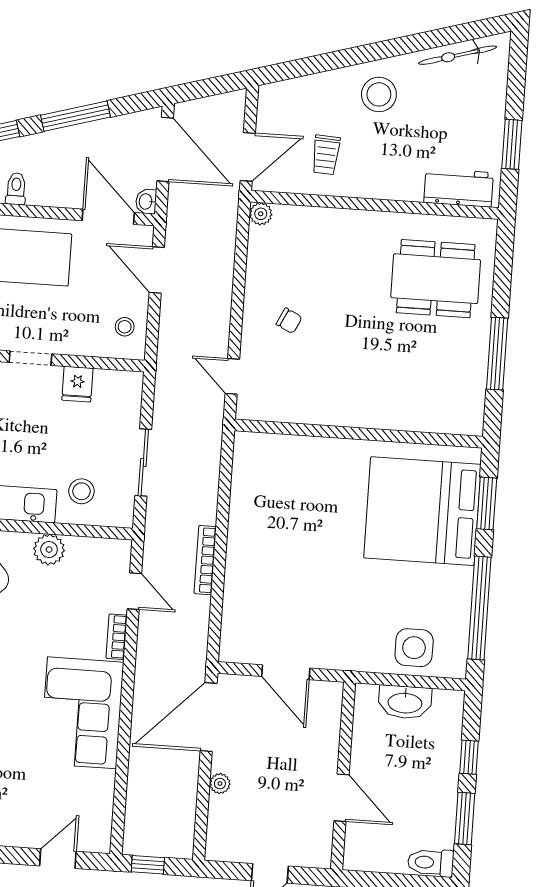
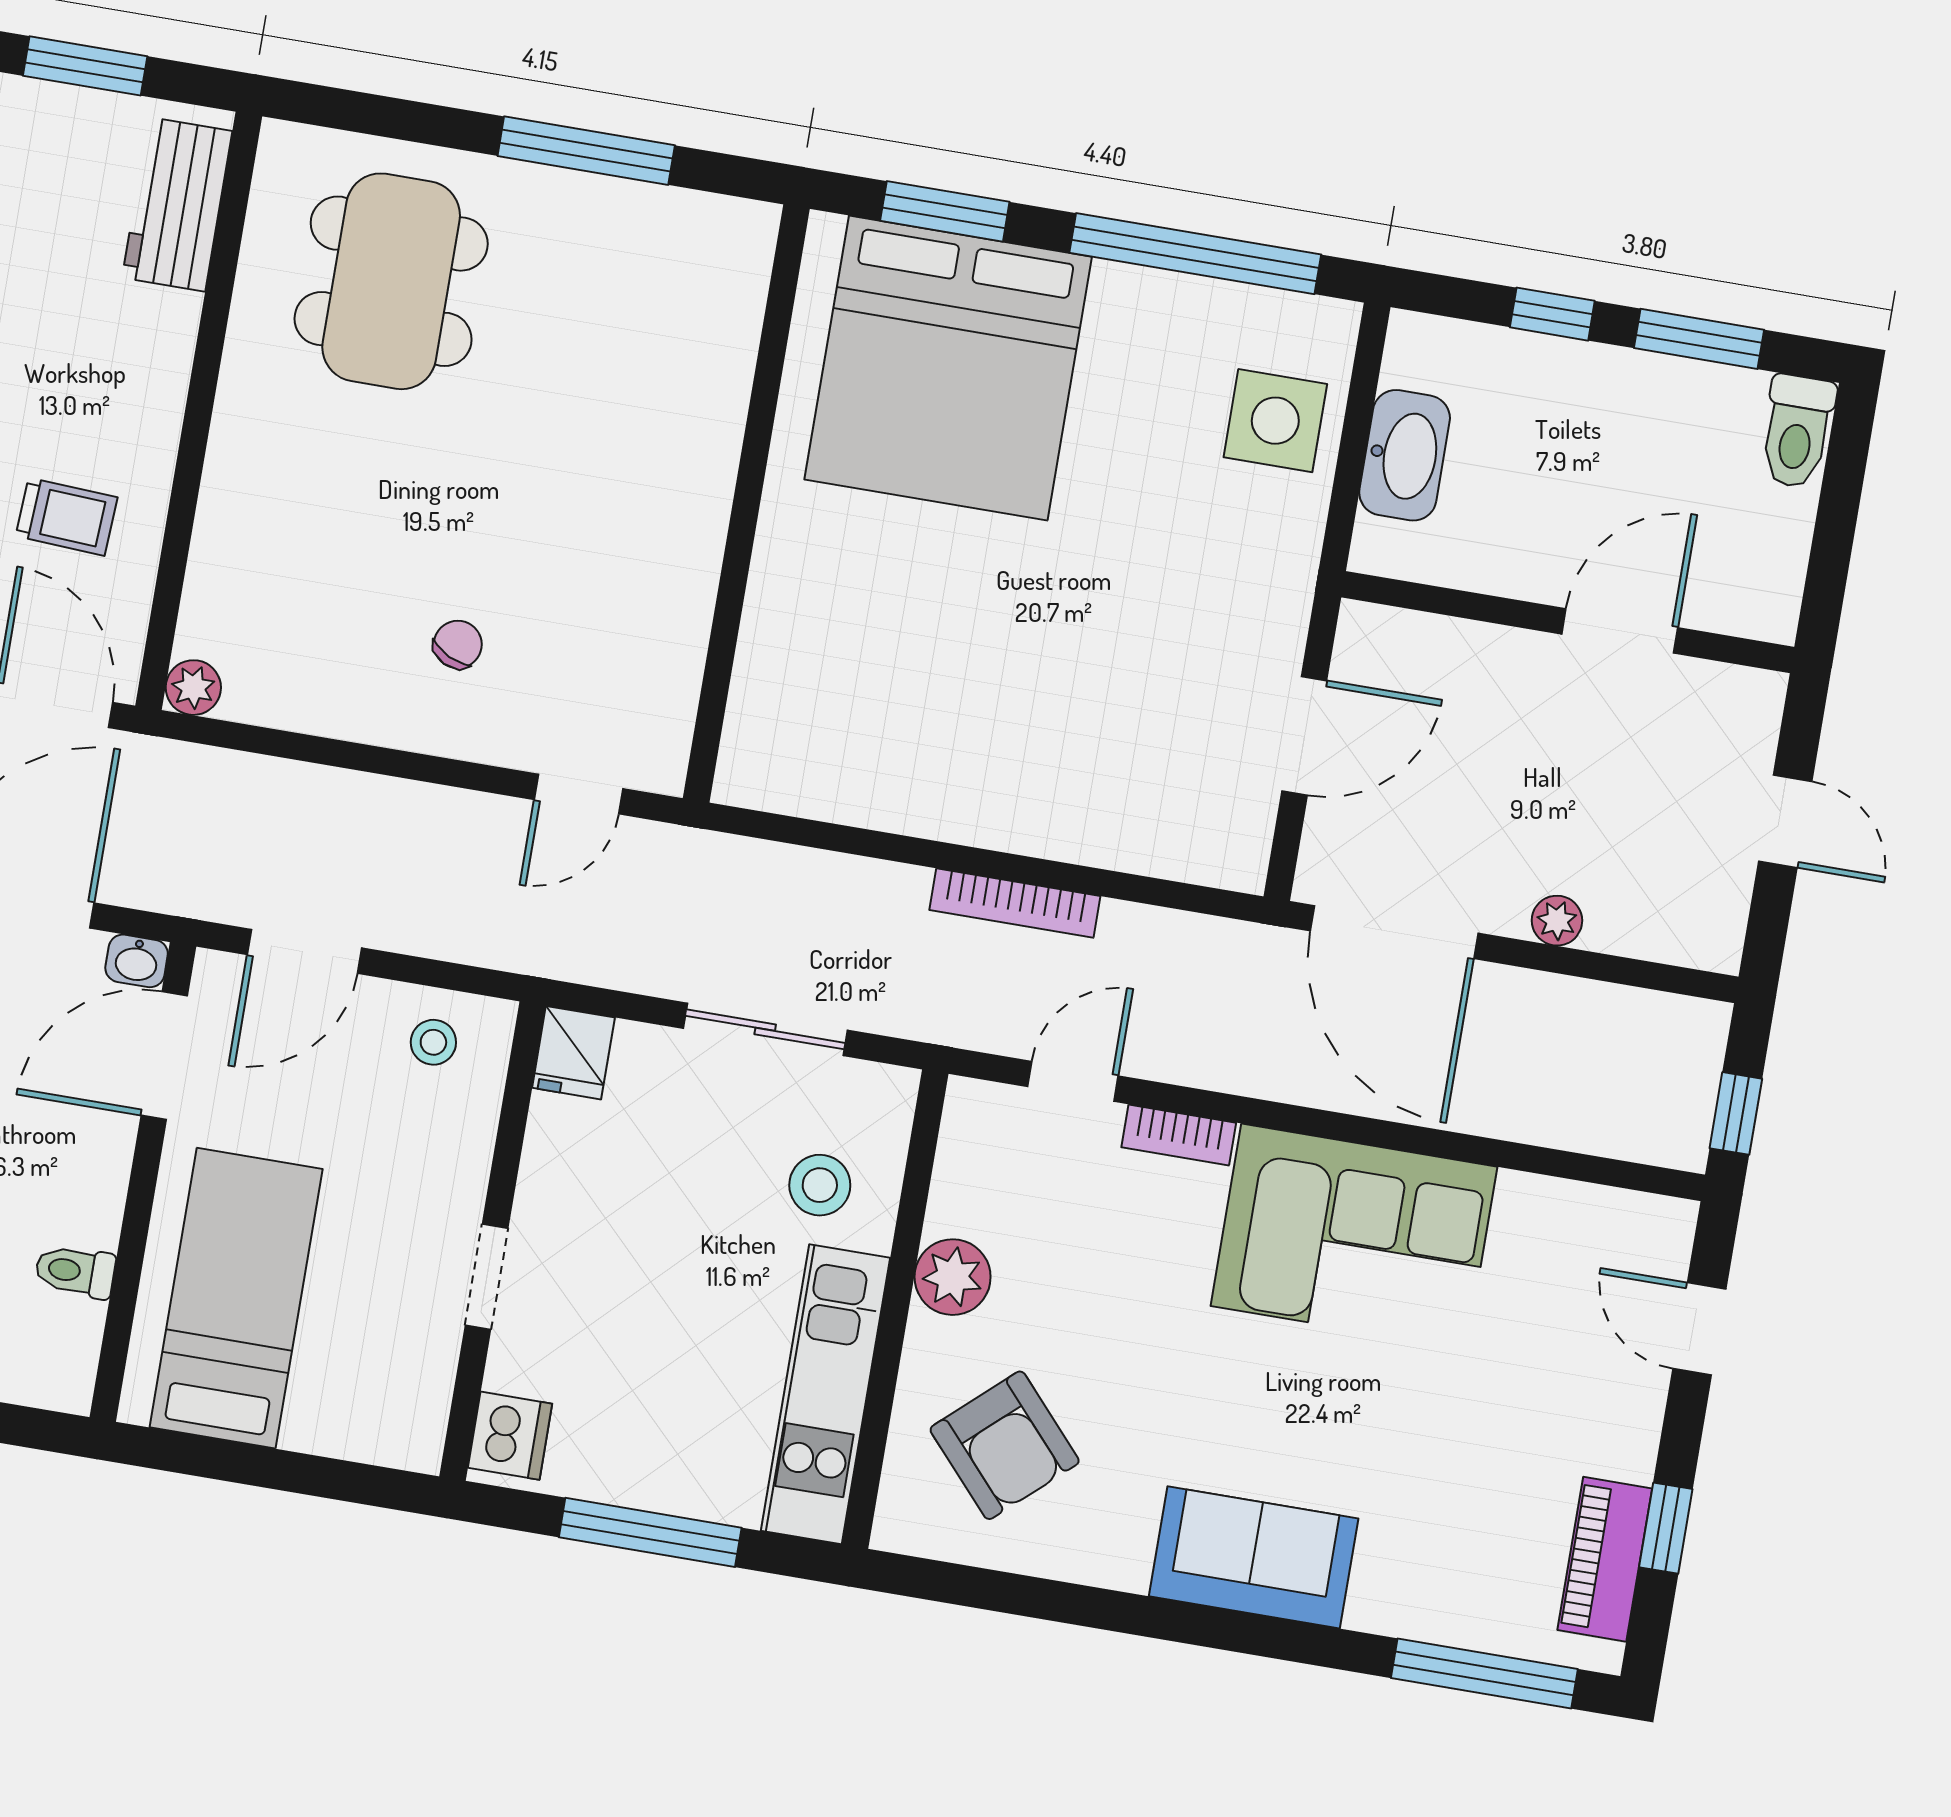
fridge: (77, 384) -> (573, 1053), moved, turned 90

